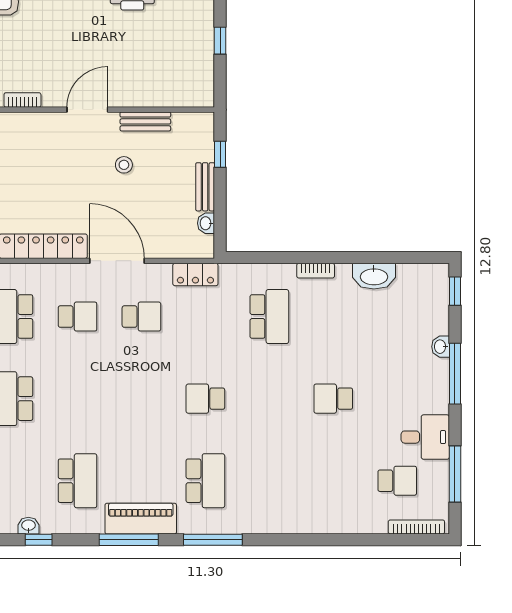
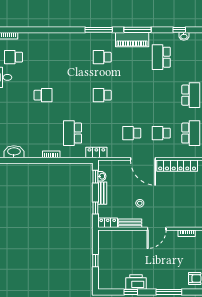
locker: (193, 122) -> (108, 223), added
window: (220, 222) -> (95, 177), added
locker: (195, 274) -> (96, 153), moved
washbasin: (374, 276) -> (14, 152), moved
school desk: (205, 399) -> (102, 95), turned 180
school desk: (205, 481) -> (102, 57), width x0.54

